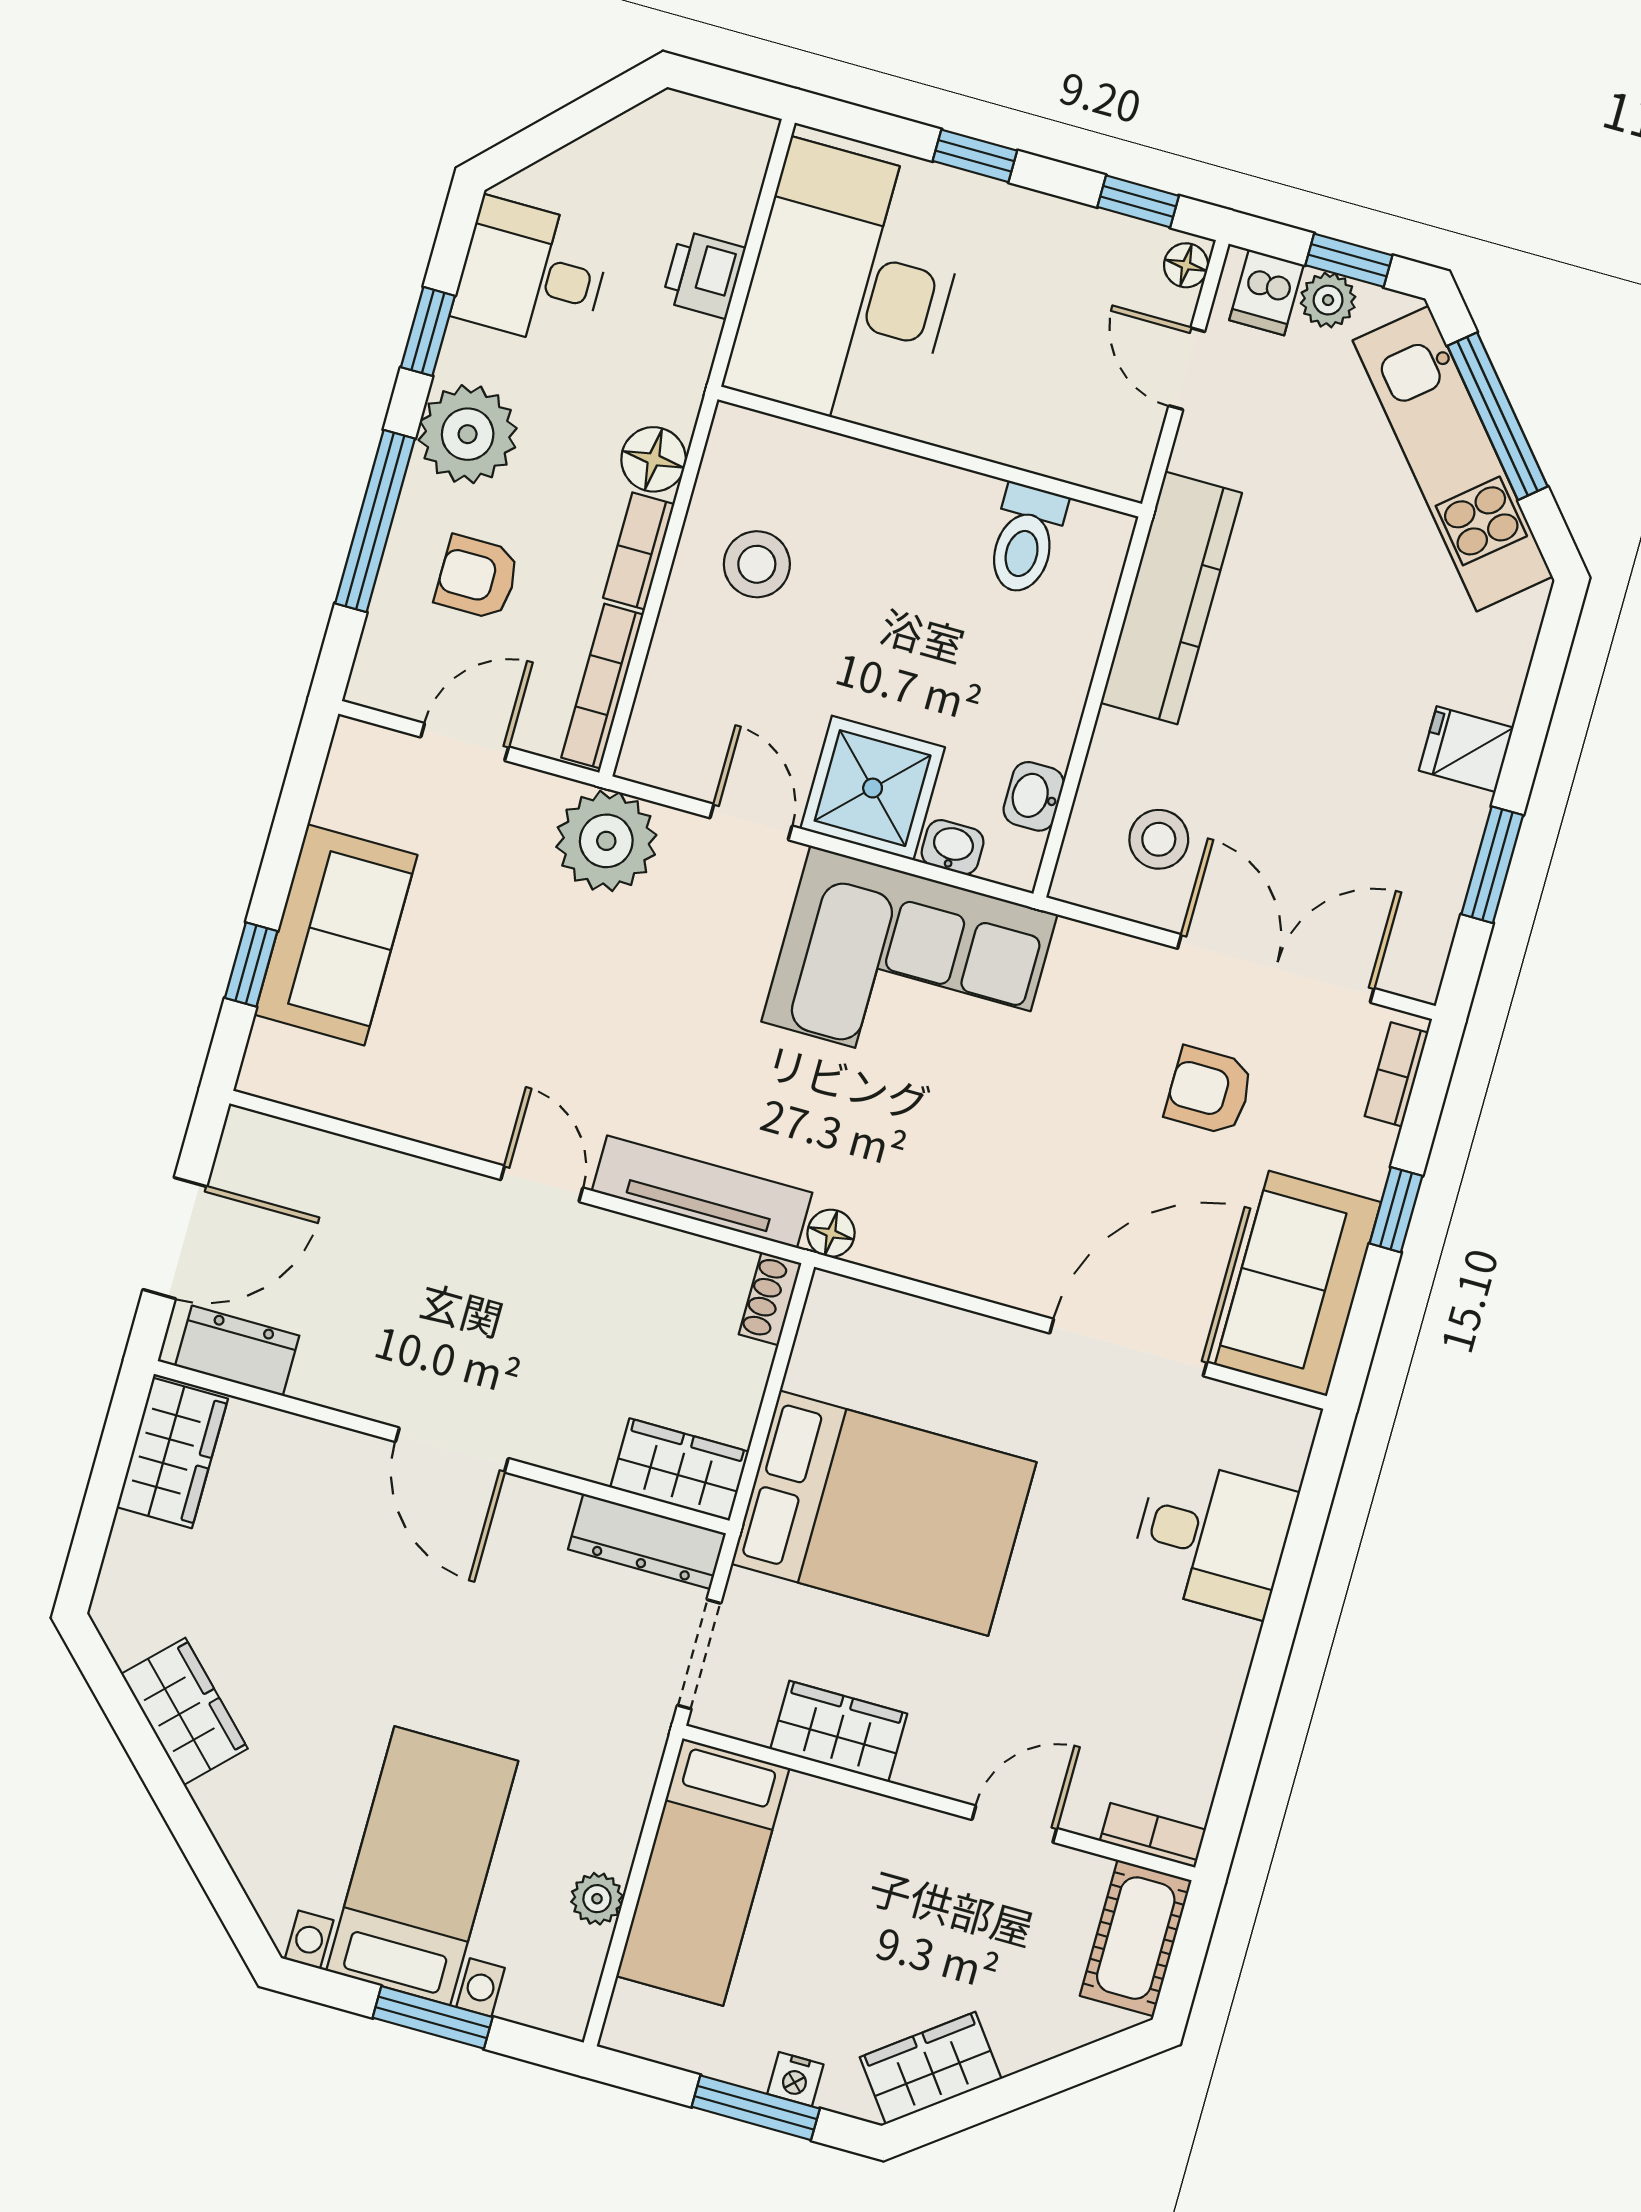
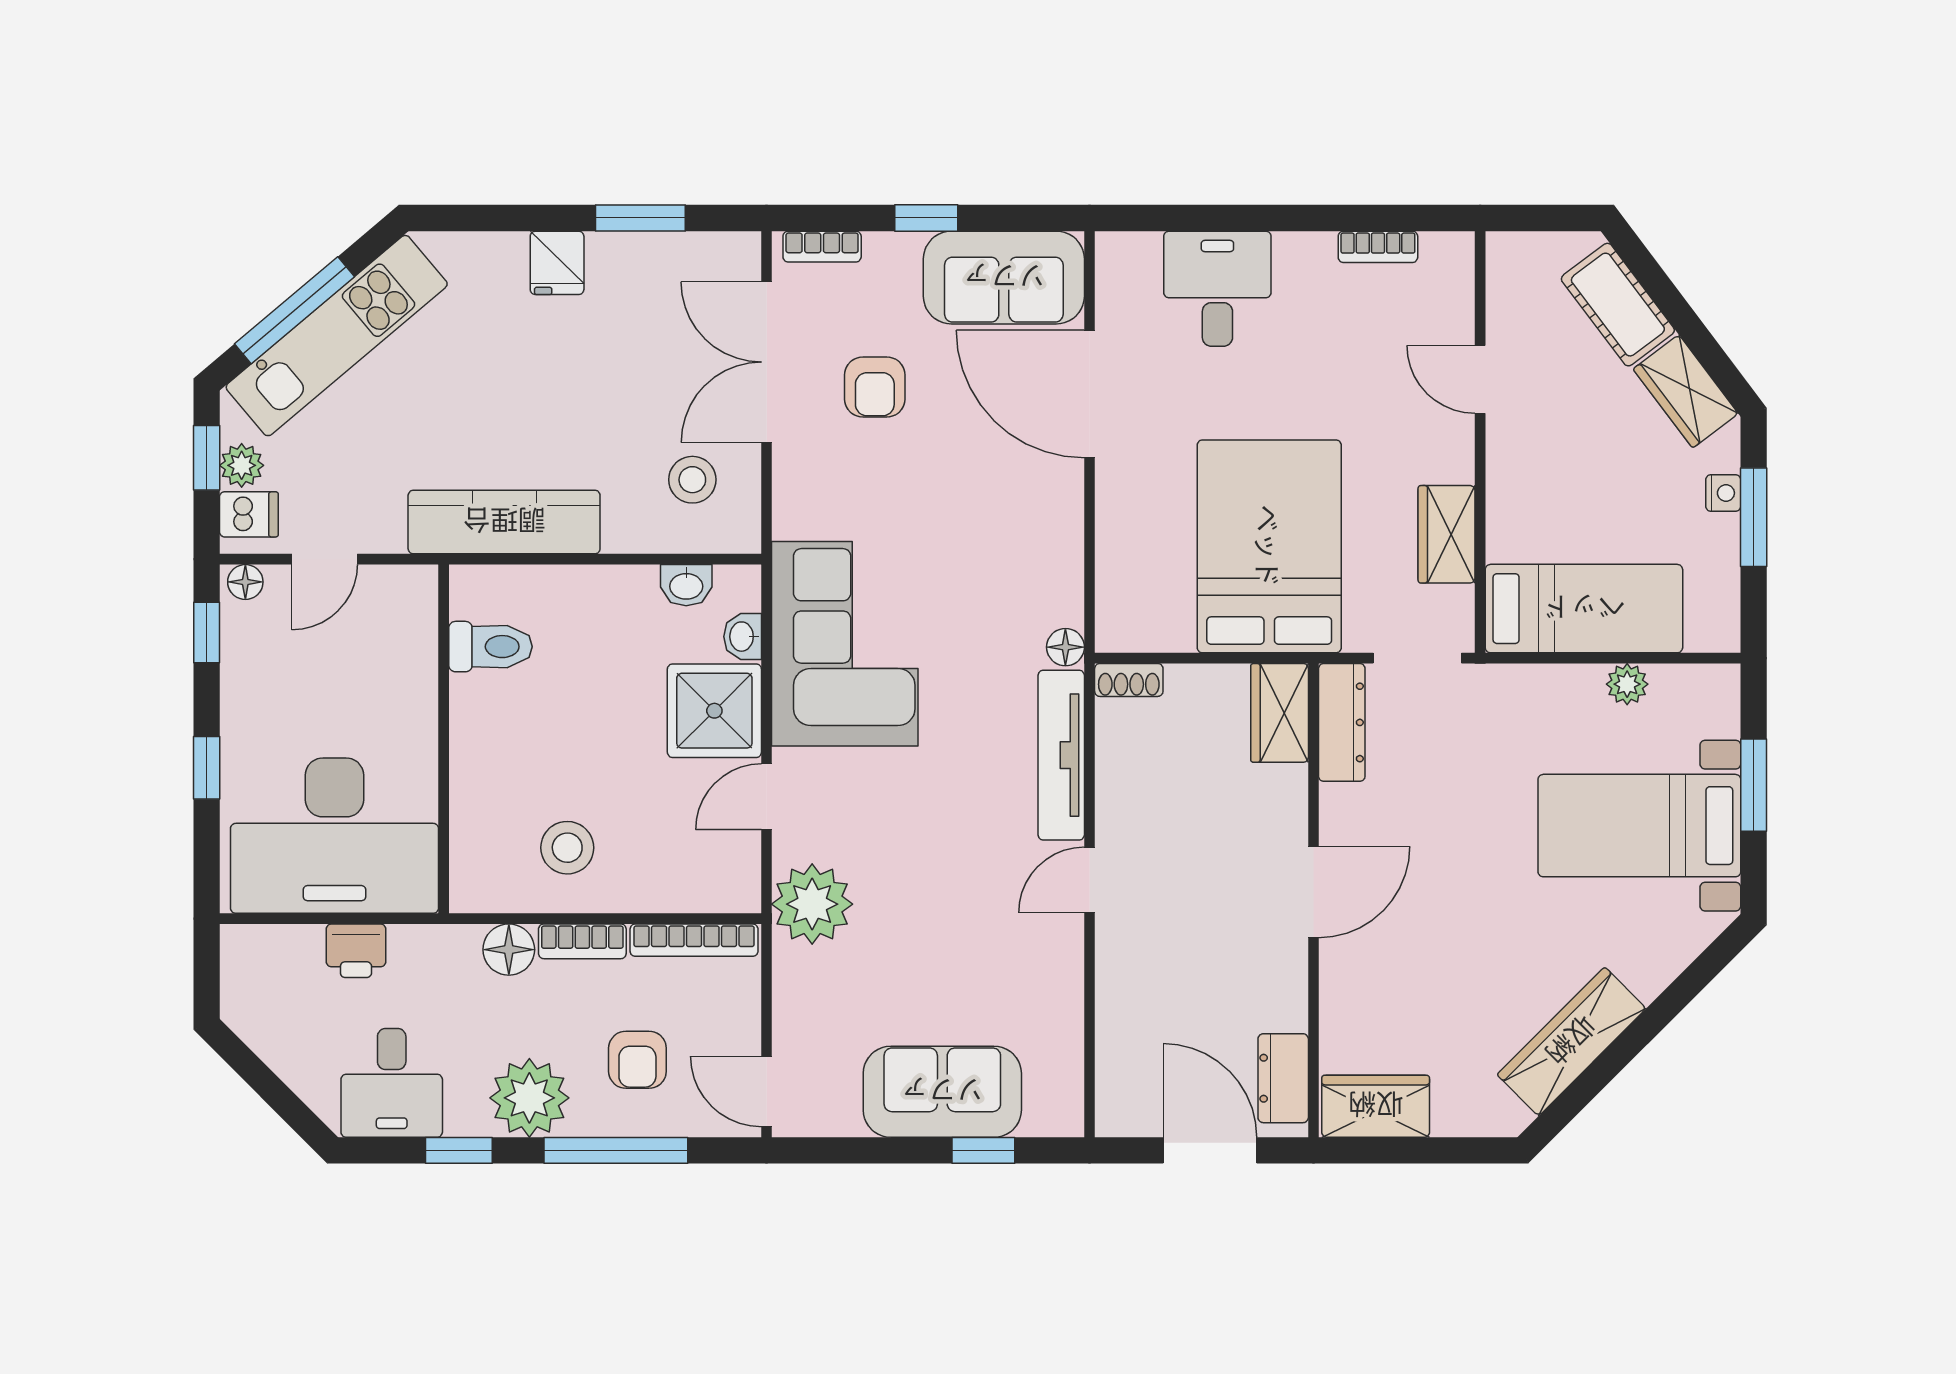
door: (465, 742) -> (767, 1092), moved
wardrobe: (184, 1711) -> (1572, 1041), width x1.50
bookcase: (1153, 1835) -> (1378, 247), moved, turned -90
cot: (1136, 1938) -> (1618, 305), moved, turned 53

